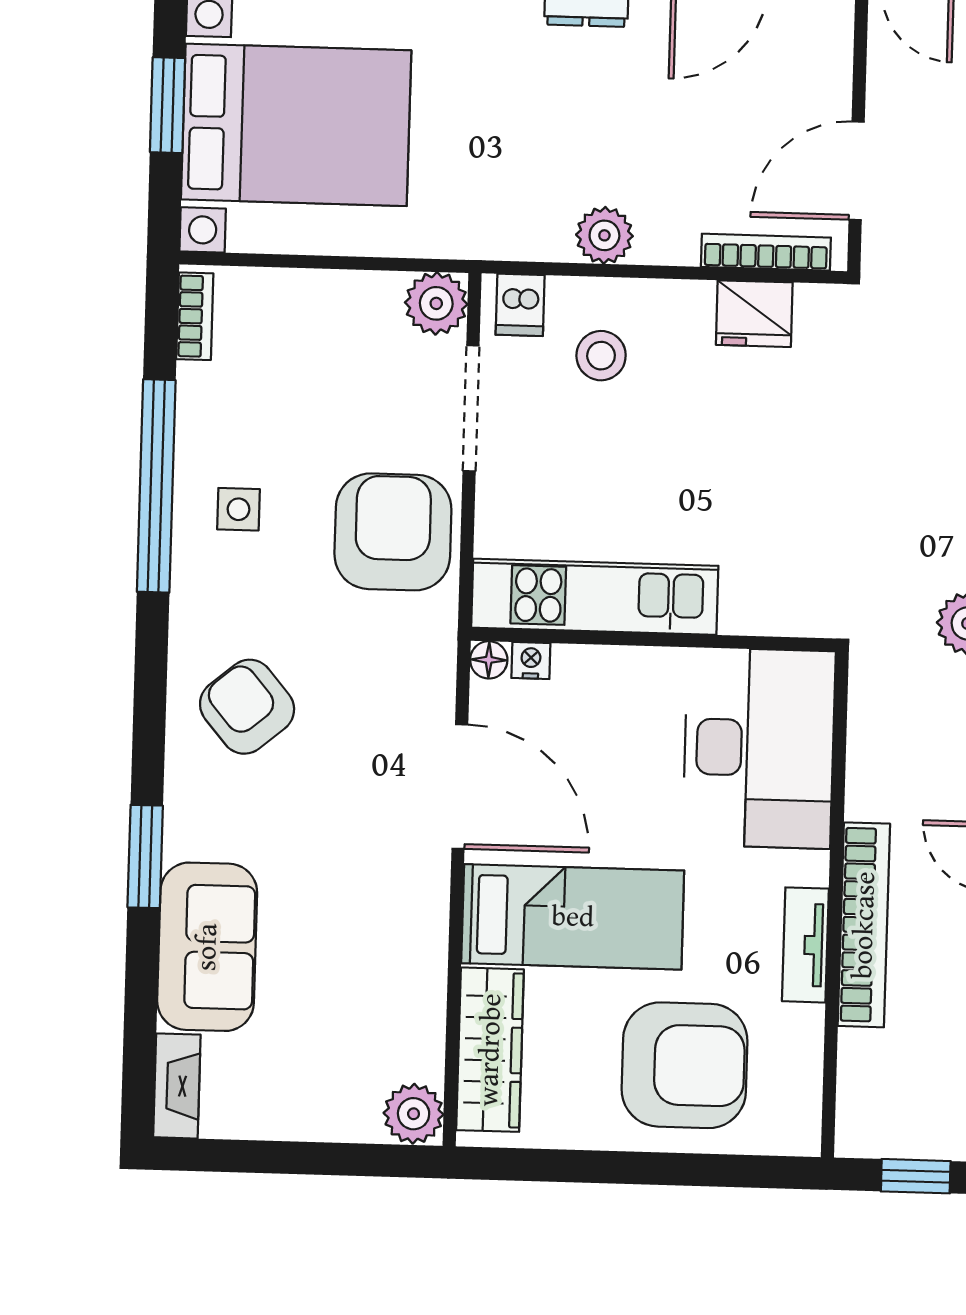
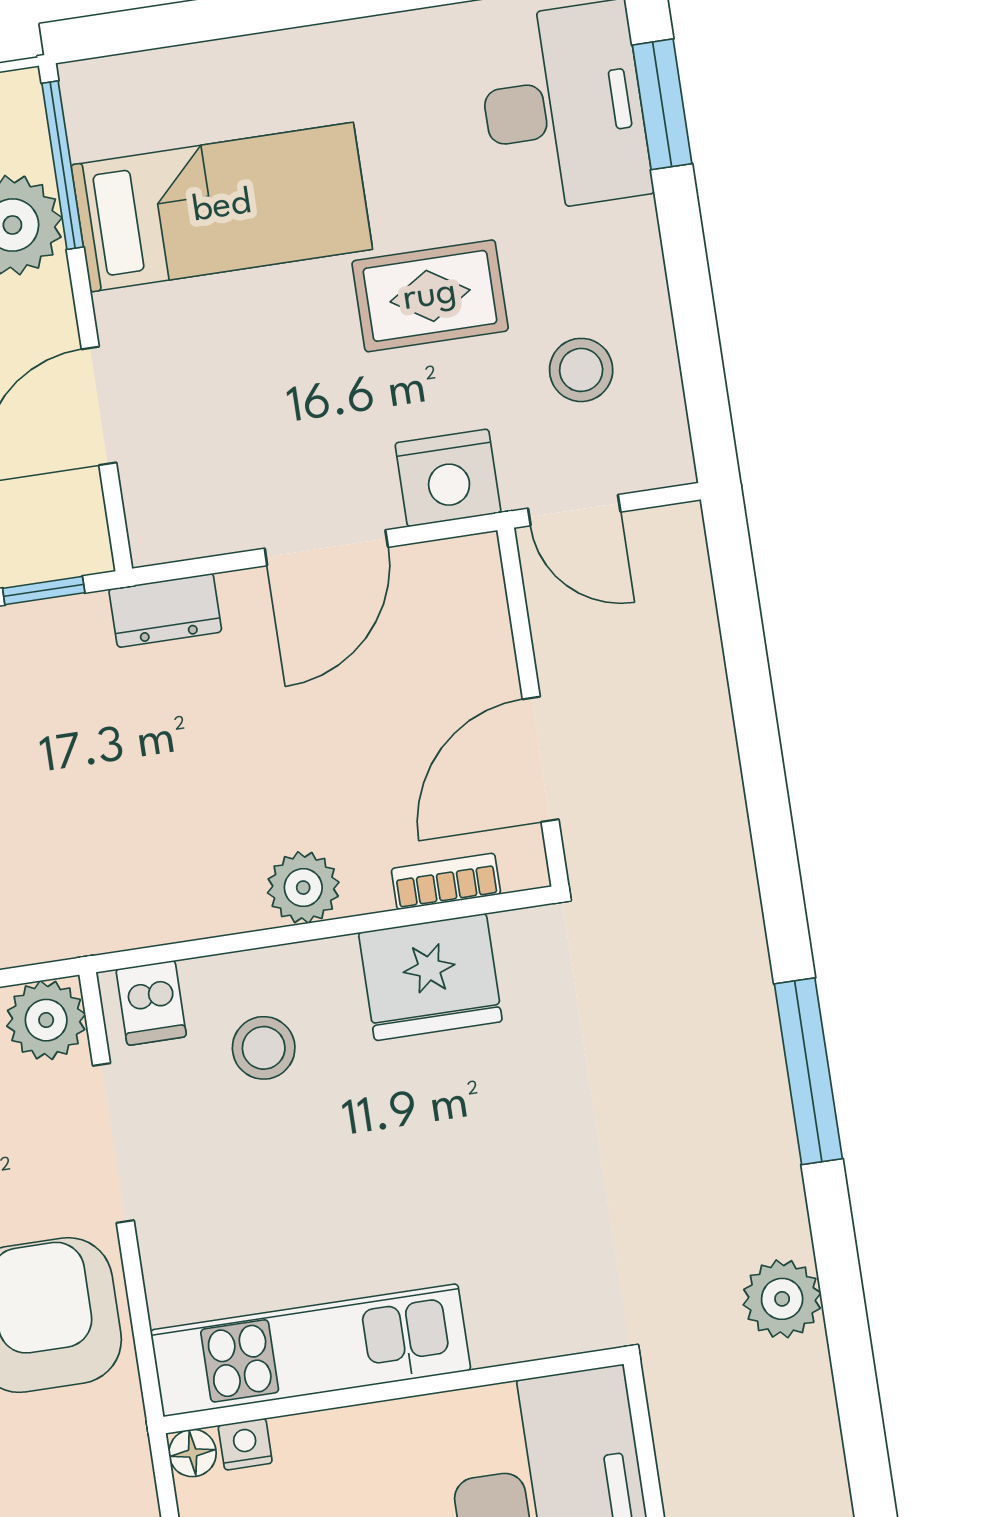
plant: (604, 235) -> (303, 888), moved
bookcase: (766, 252) -> (446, 881), width x0.64
fridge: (754, 314) -> (430, 977), width x1.36, depth x1.34

